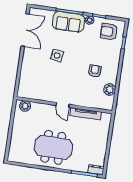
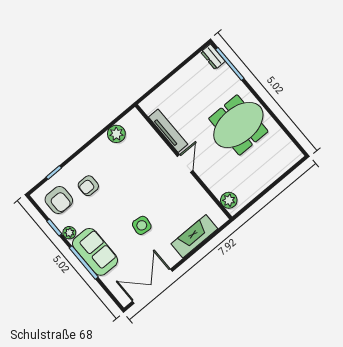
armchair: (95, 71) -> (88, 186), moved
fireplace: (26, 73) -> (194, 236), added
meeting table: (53, 147) -> (238, 125), turned 90

